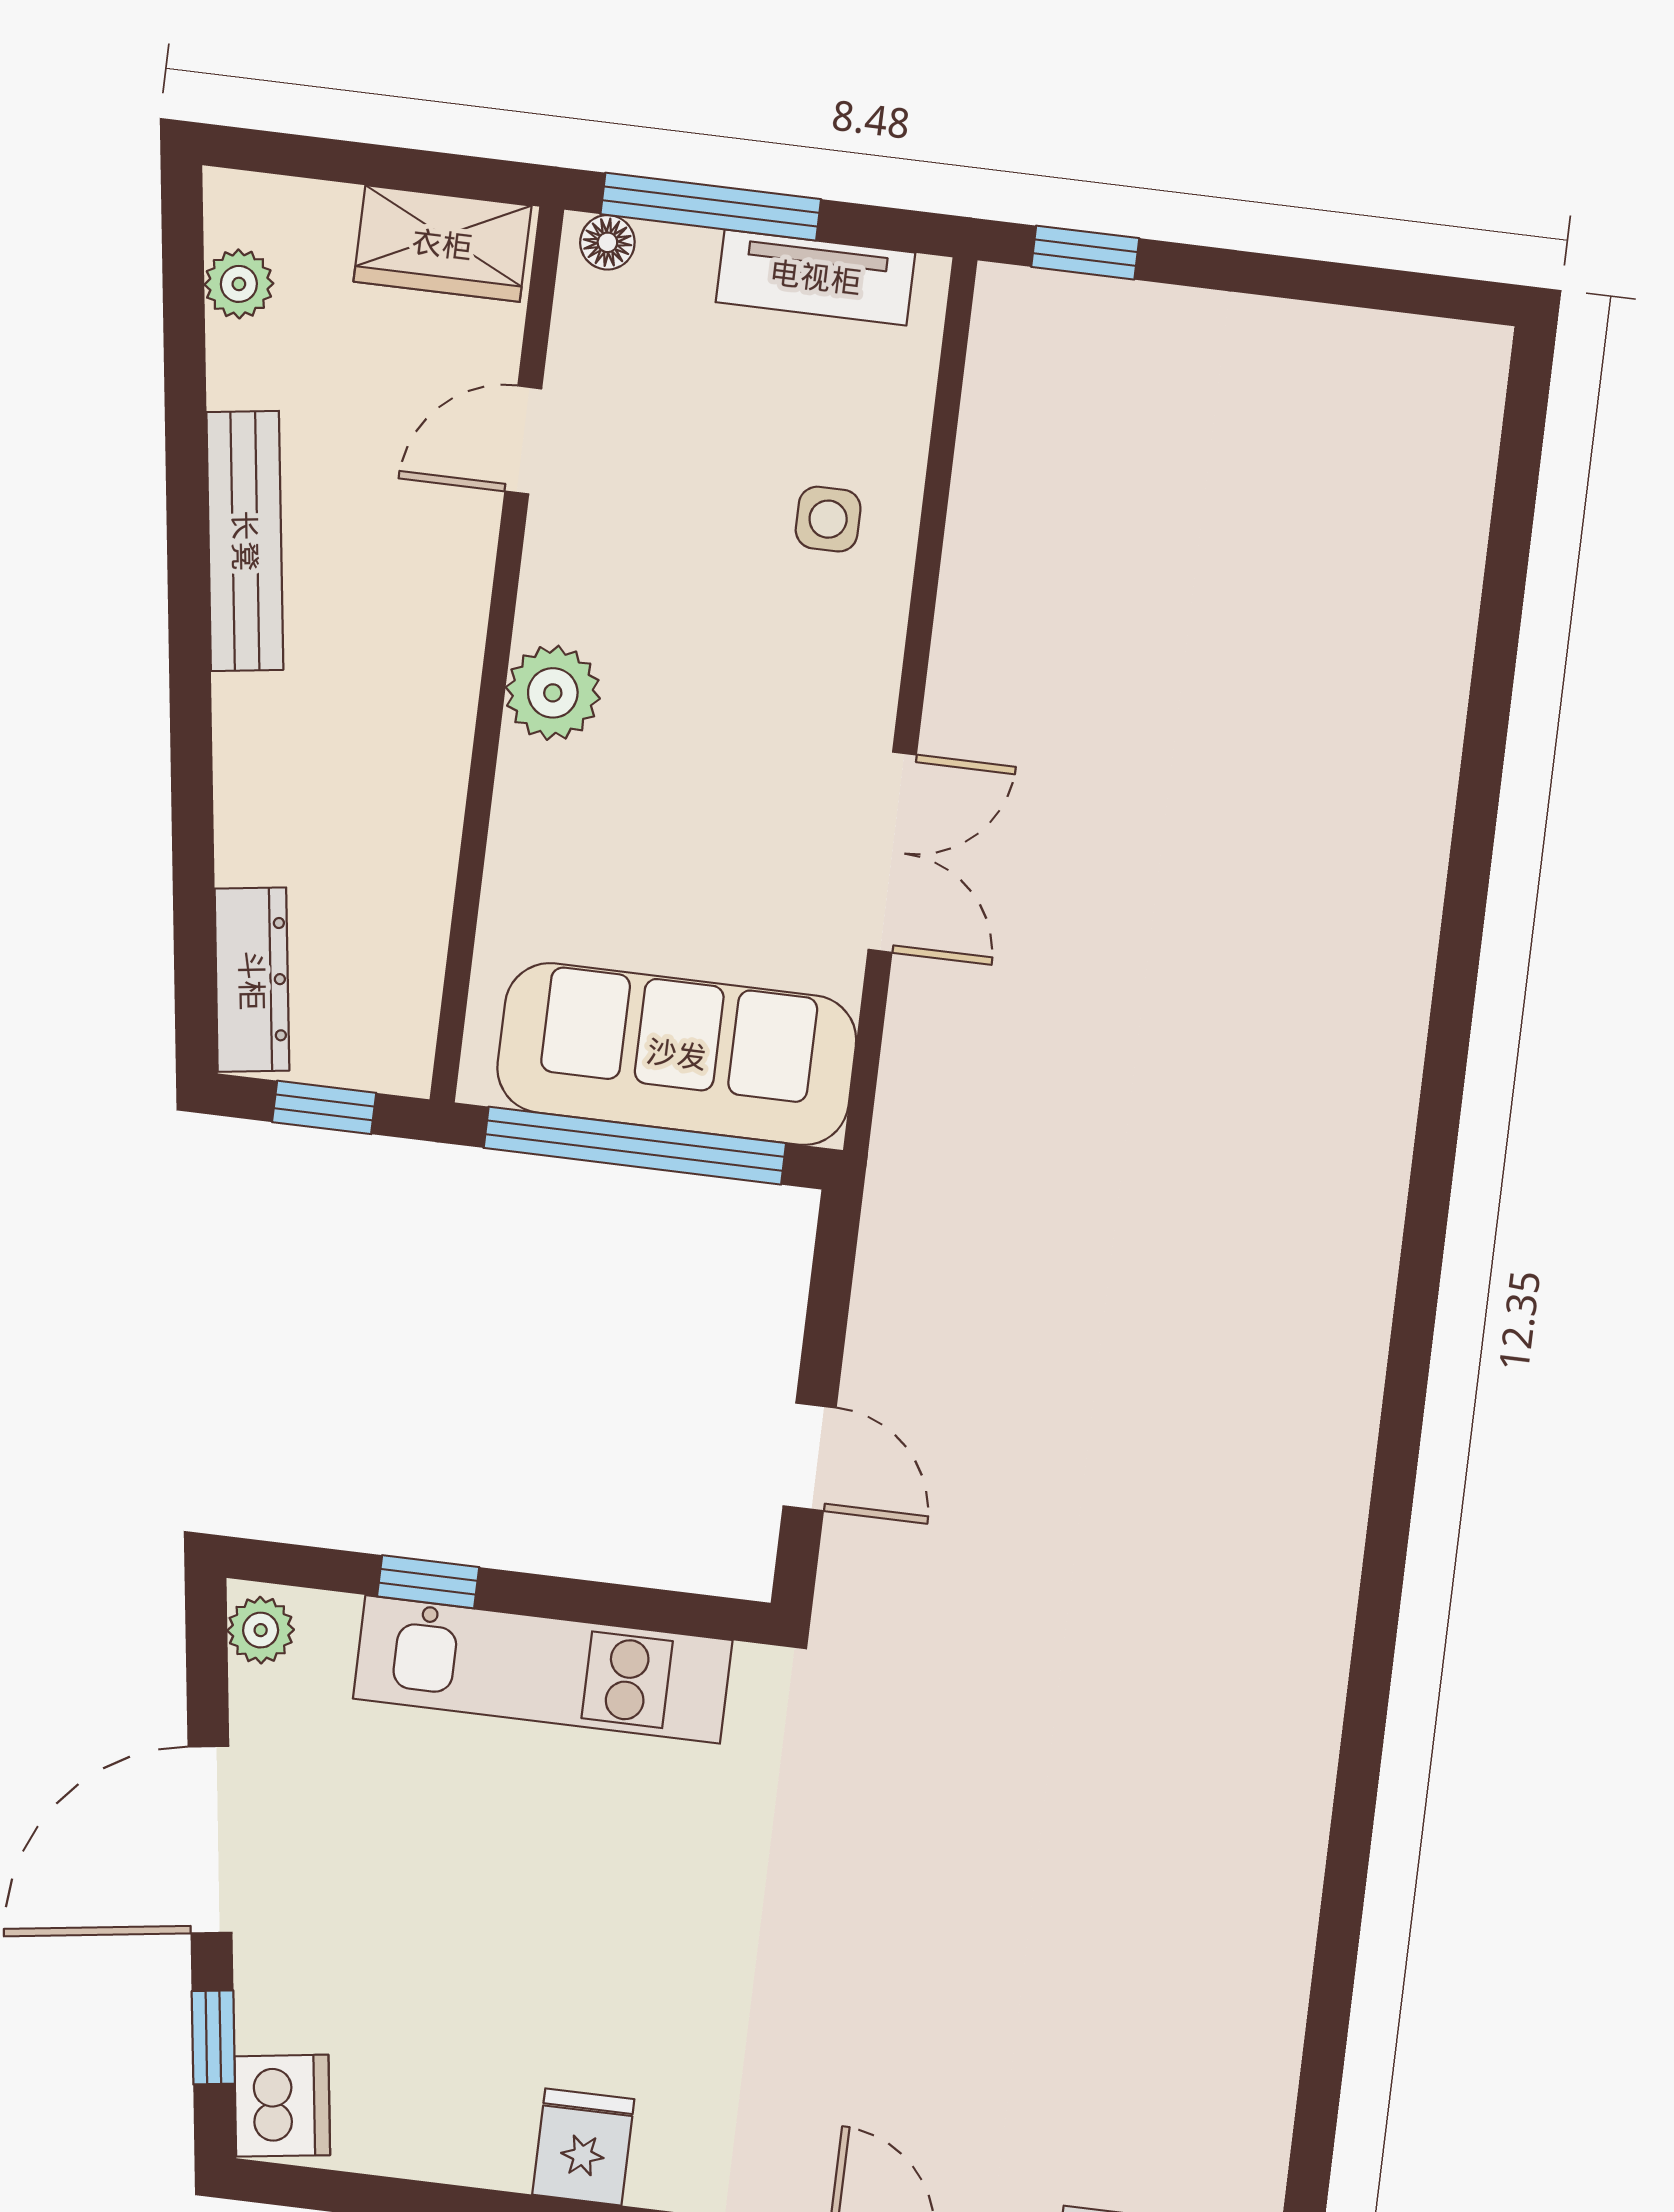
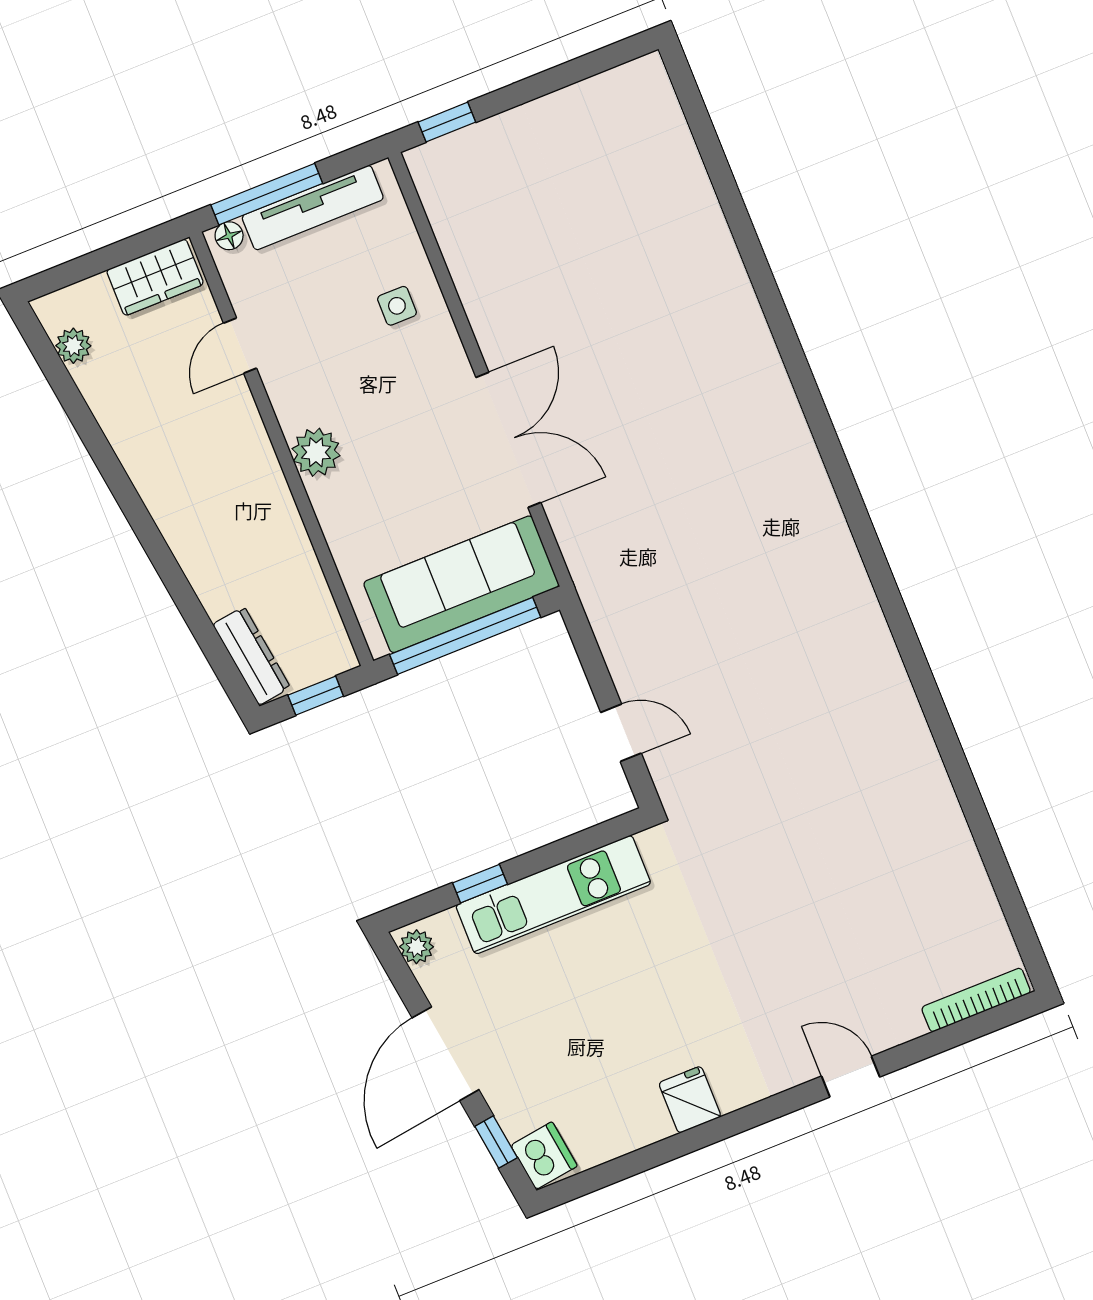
tv unit: (816, 277) -> (313, 208), width x1.41
bench: (245, 541) -> (140, 460), removed
double door: (892, 852) -> (508, 440), width x1.37

